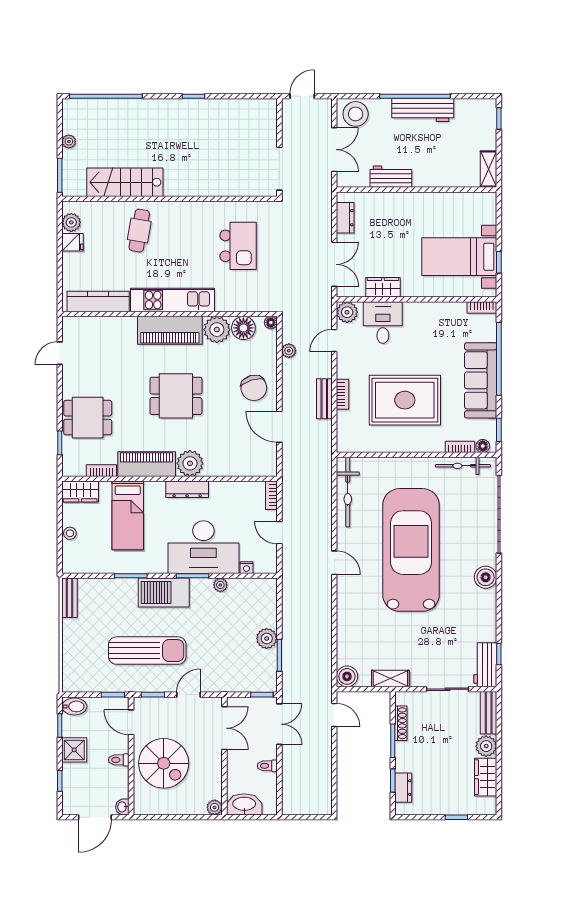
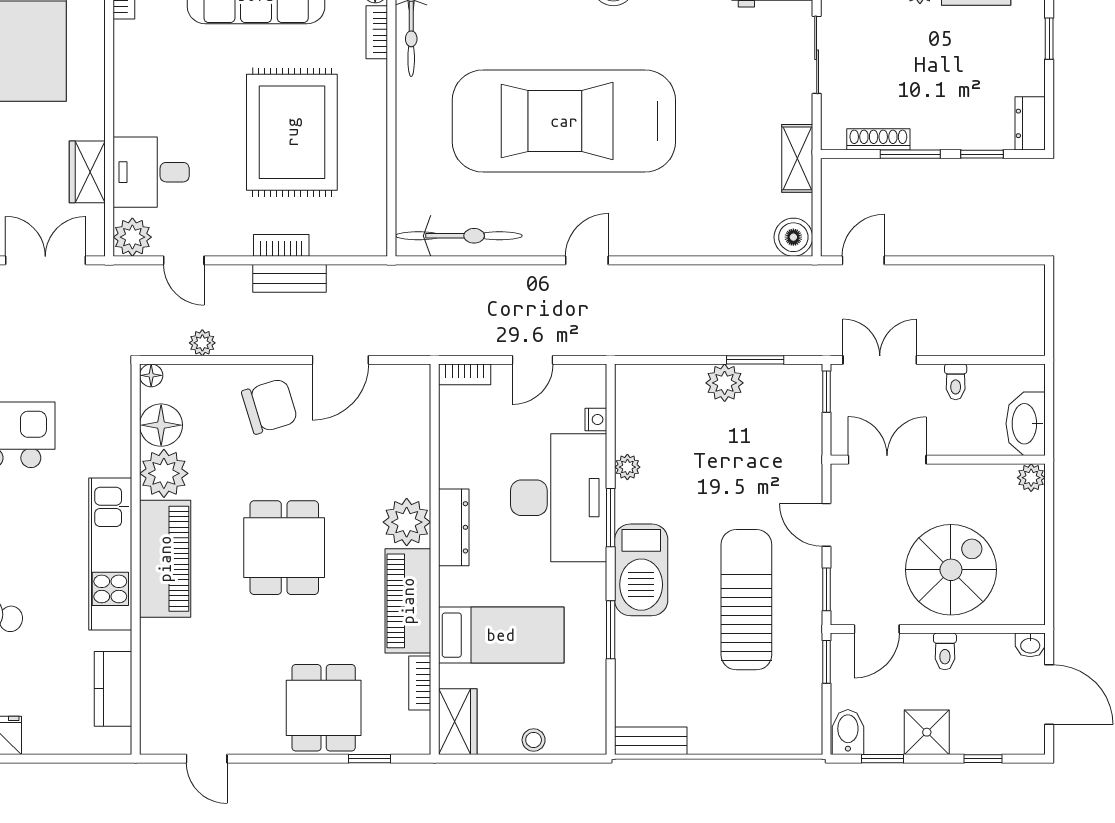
kitchen counter: (98, 302) -> (113, 689), width x0.67
dresser: (403, 788) -> (1030, 123), moved, turned -90

